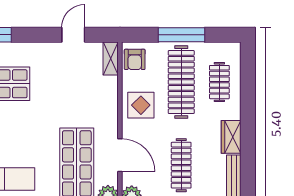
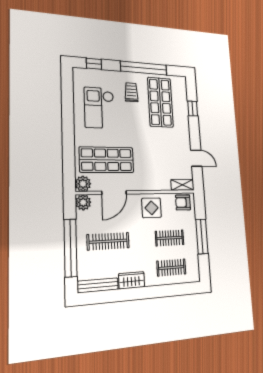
clothes rail: (181, 82) -> (170, 238), width x0.54, depth x0.76

